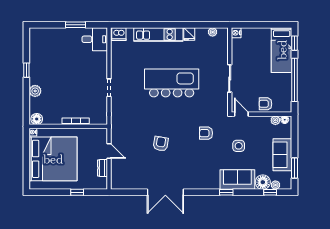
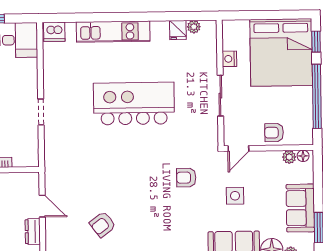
nightstand: (236, 33) -> (229, 59), moved
fridge: (189, 34) -> (178, 30), moved
bed: (282, 50) -> (281, 52), width x2.04
door: (241, 114) -> (238, 148), swing flipped
armchair: (161, 144) -> (103, 224), moved, turned -137

